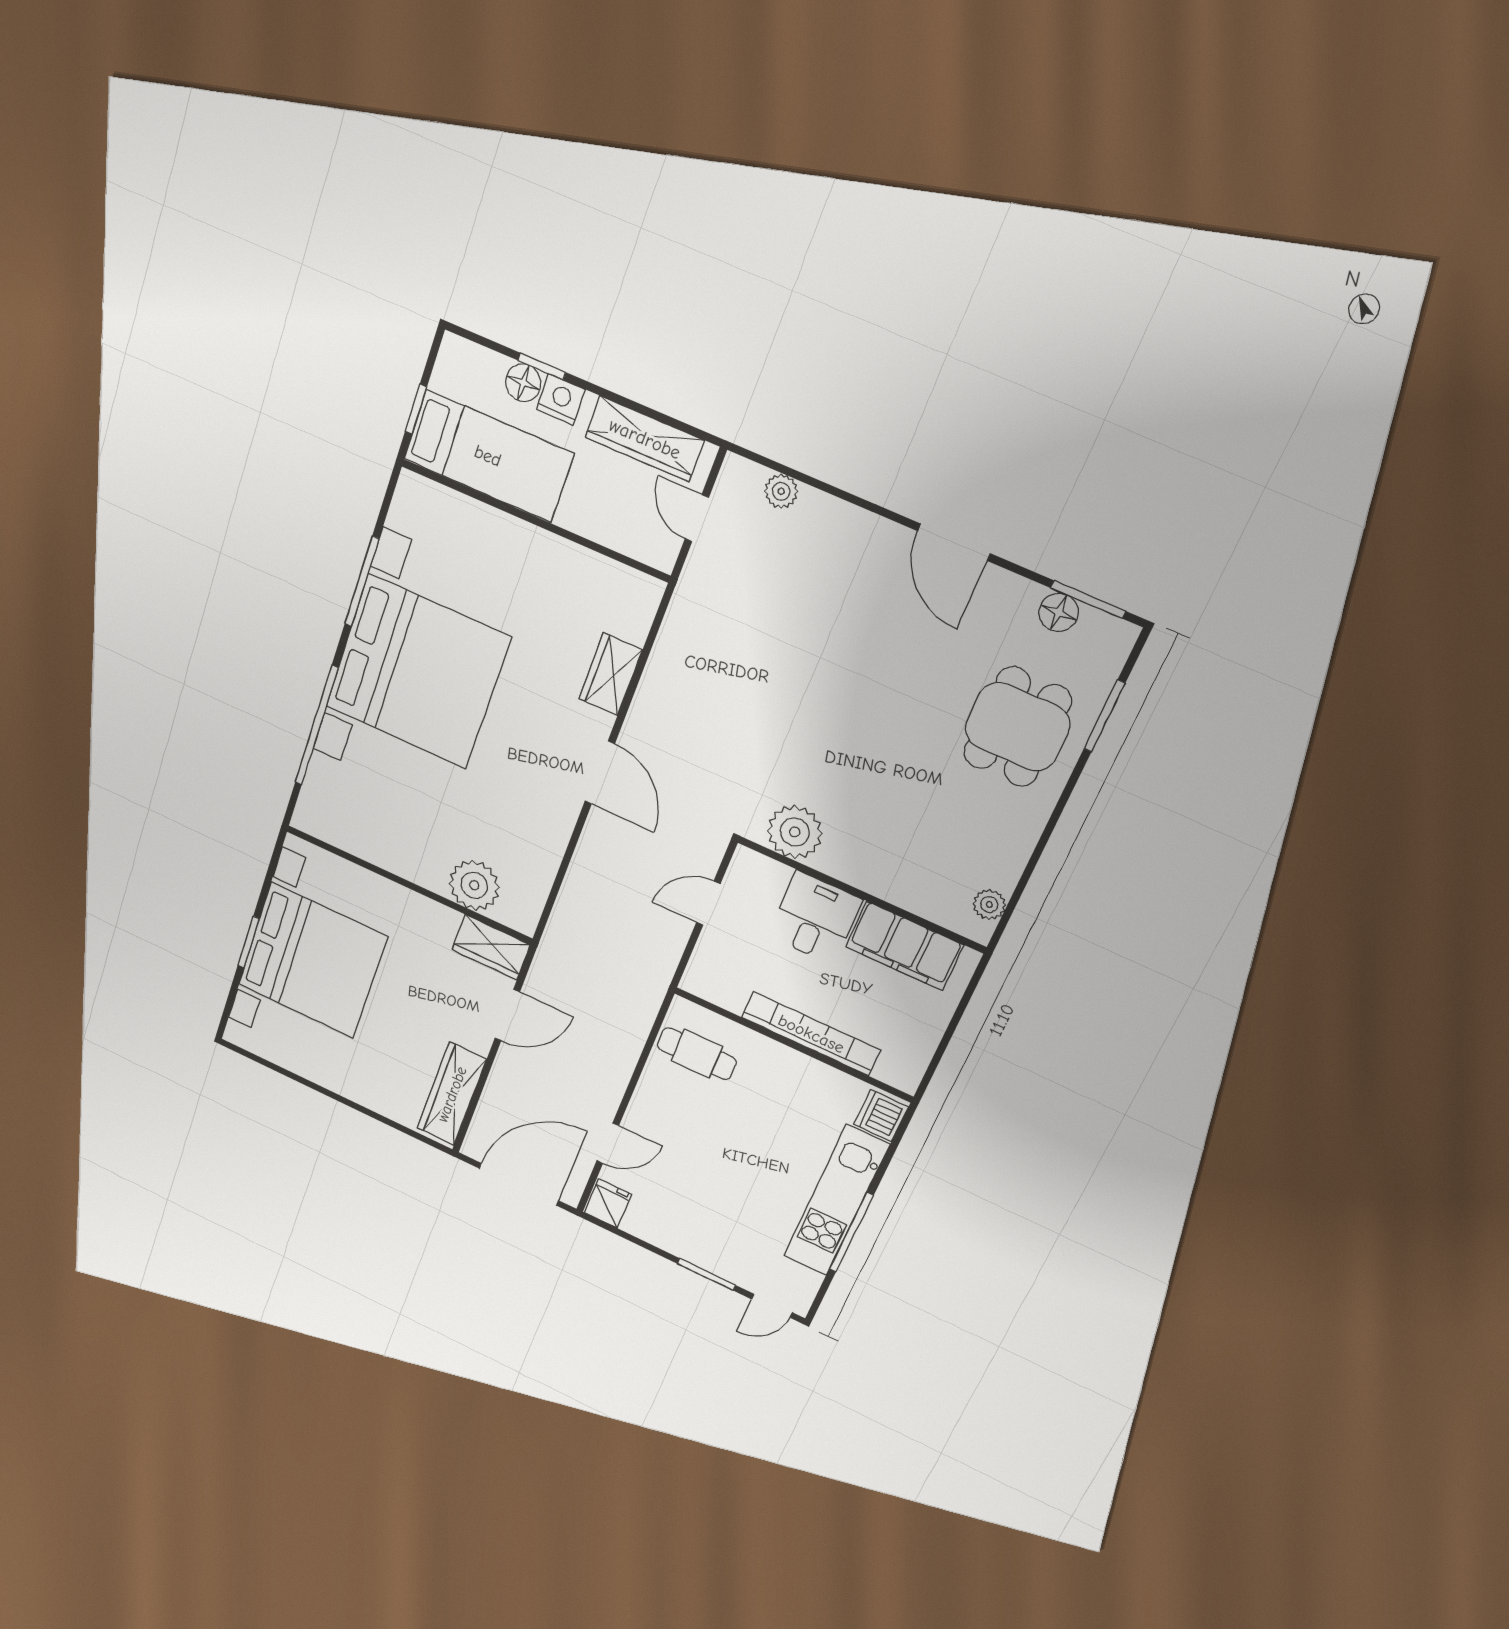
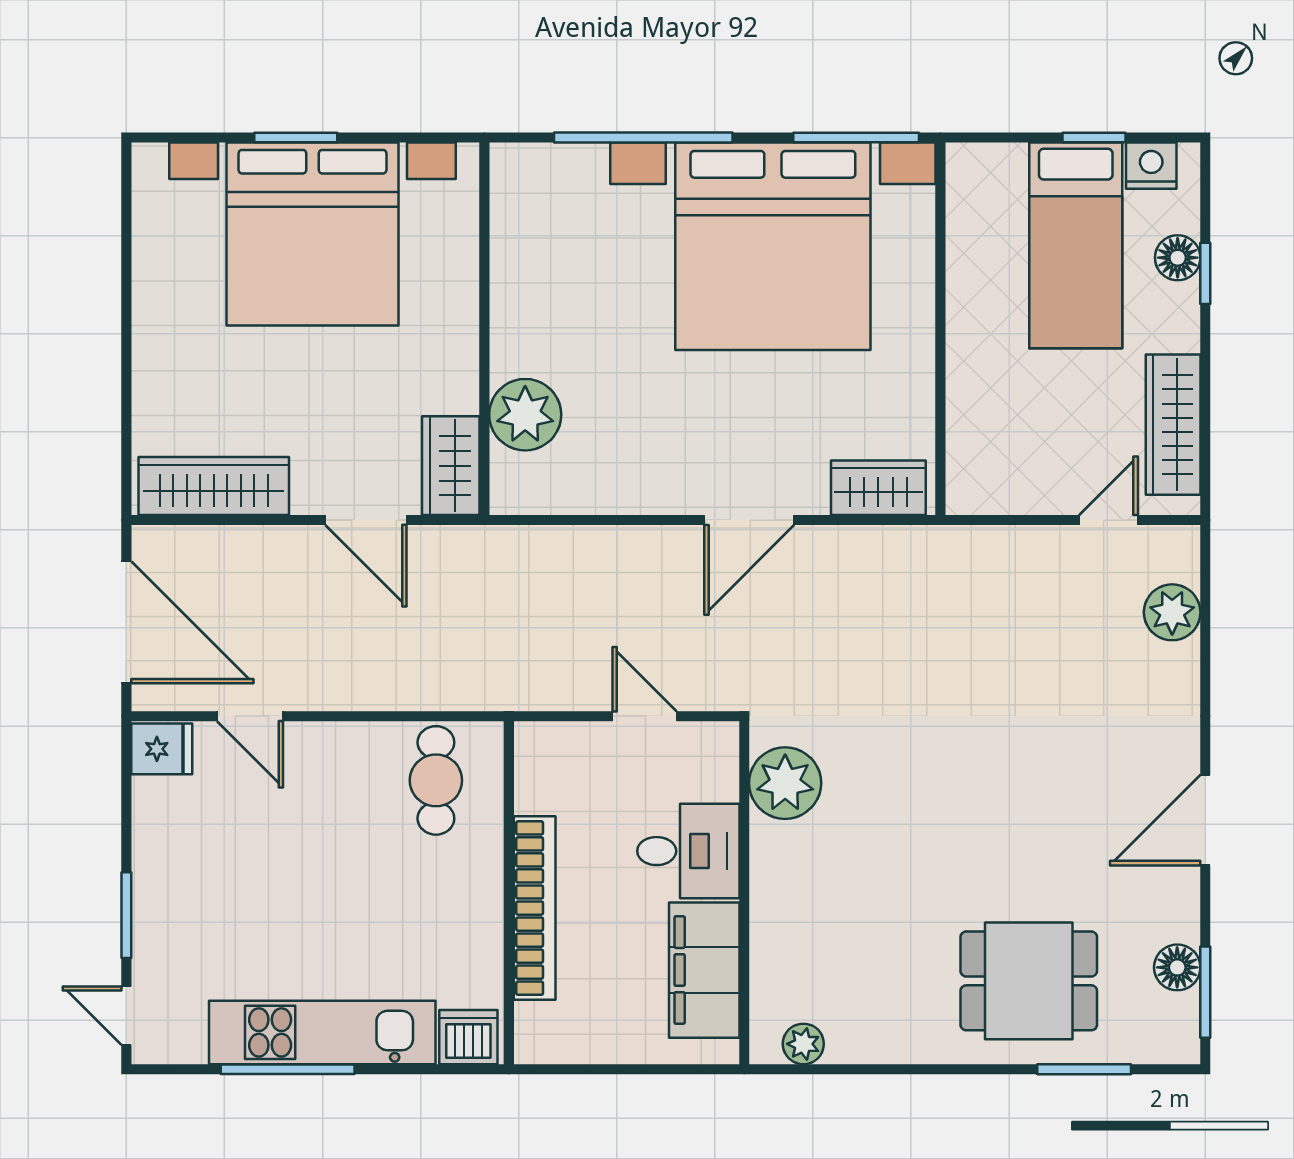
nightstand: (561, 399) -> (1151, 166), moved, turned -90
plant: (781, 491) -> (1172, 612), width x1.38, depth x1.38
wall: (535, 521) -> (940, 329), moved

